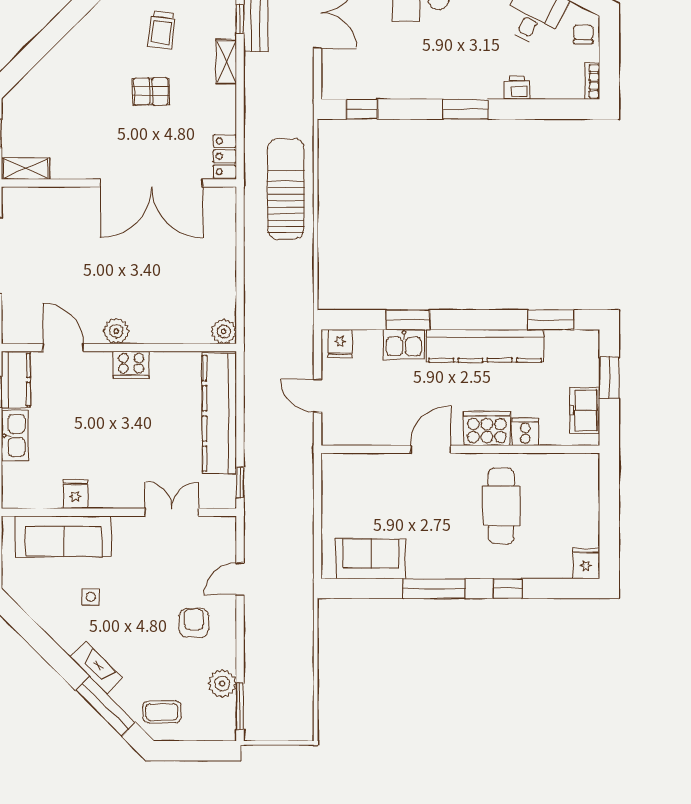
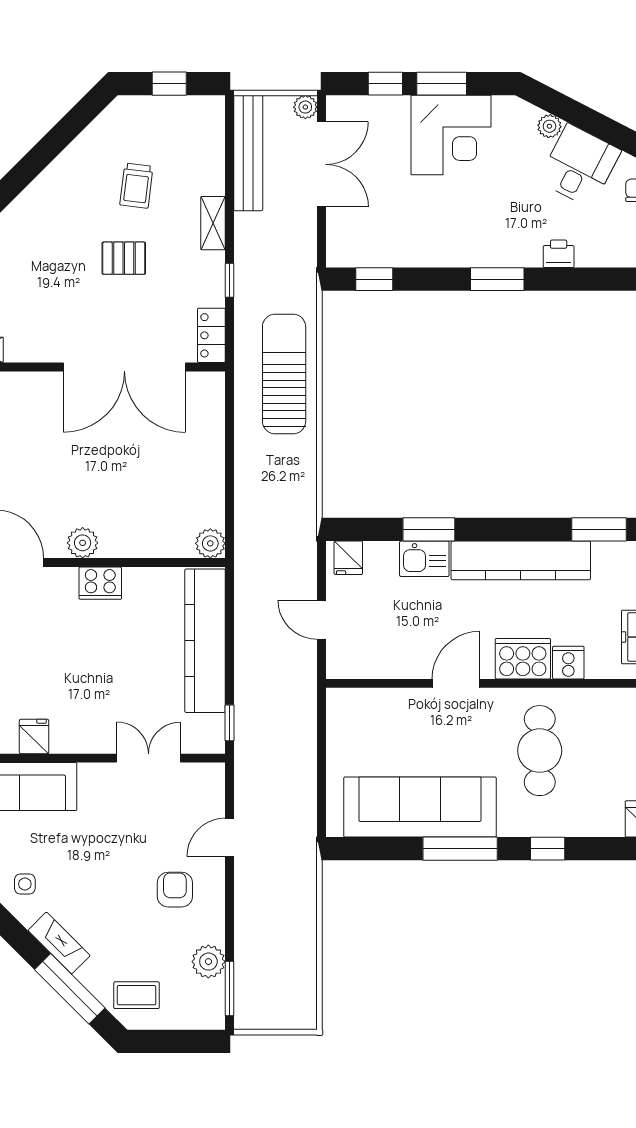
window: (240, 19) -> (229, 280), moved
sofa: (371, 559) -> (420, 807), width x1.85, depth x1.27
side table: (91, 597) -> (25, 884), moved

